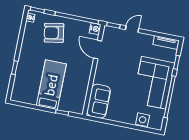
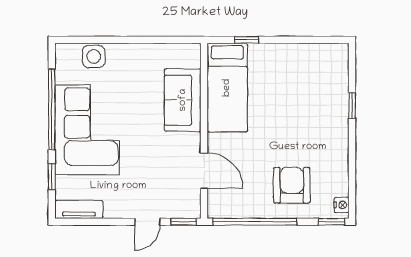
nightstand: (95, 29) -> (217, 208), removed
armchair: (54, 33) -> (292, 185), turned -80
bed: (51, 85) -> (227, 88), moved
sofa: (99, 101) -> (183, 100), moved

